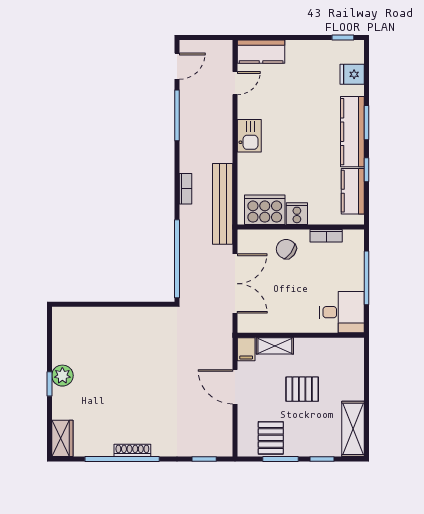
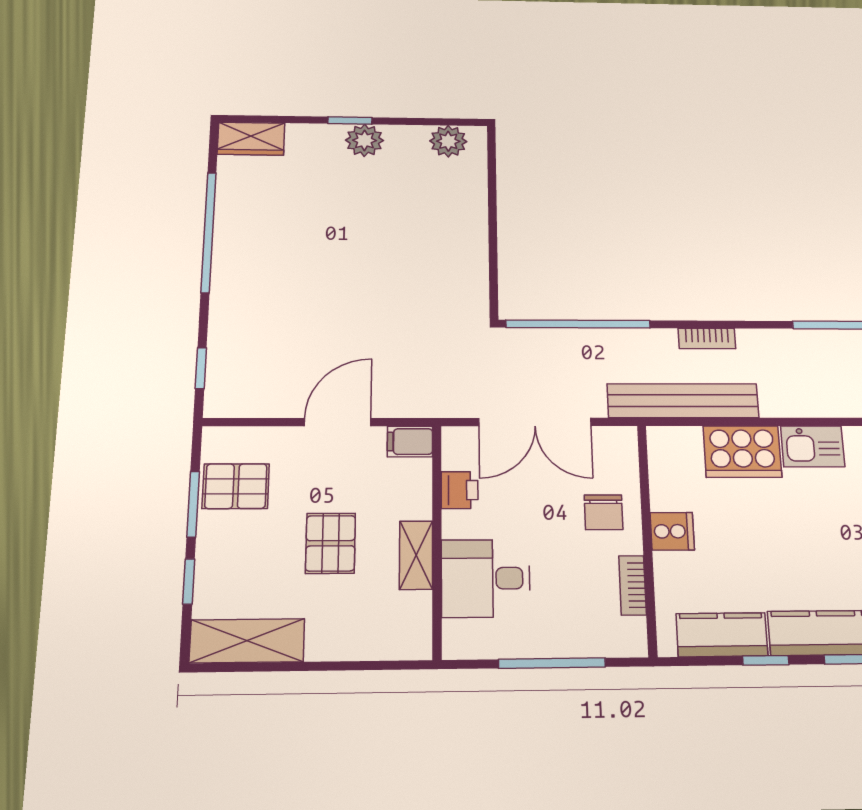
cooker: (265, 210) -> (742, 452), moved, turned 90
chair: (286, 249) -> (604, 512), turned 144
desk: (342, 312) -> (486, 578), moved, turned 90
printer: (274, 324) -> (460, 490), added
plant: (62, 329) -> (448, 141), added
shelving: (275, 346) -> (416, 555), moved
shoe rack: (132, 450) -> (224, 249), removed

